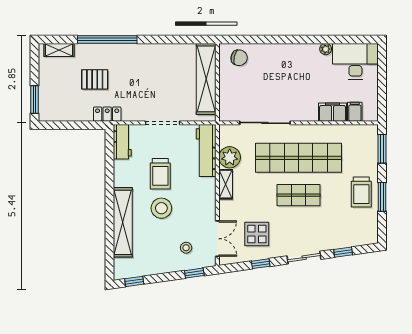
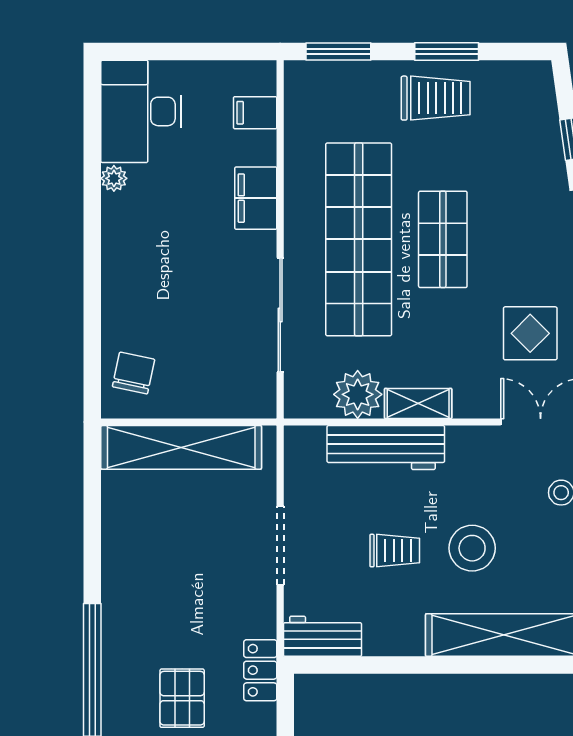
filing cabinet: (332, 112) -> (256, 198), moved
workbench: (206, 151) -> (386, 448), moved
trolley: (160, 174) -> (395, 551), width x0.73, depth x0.72

